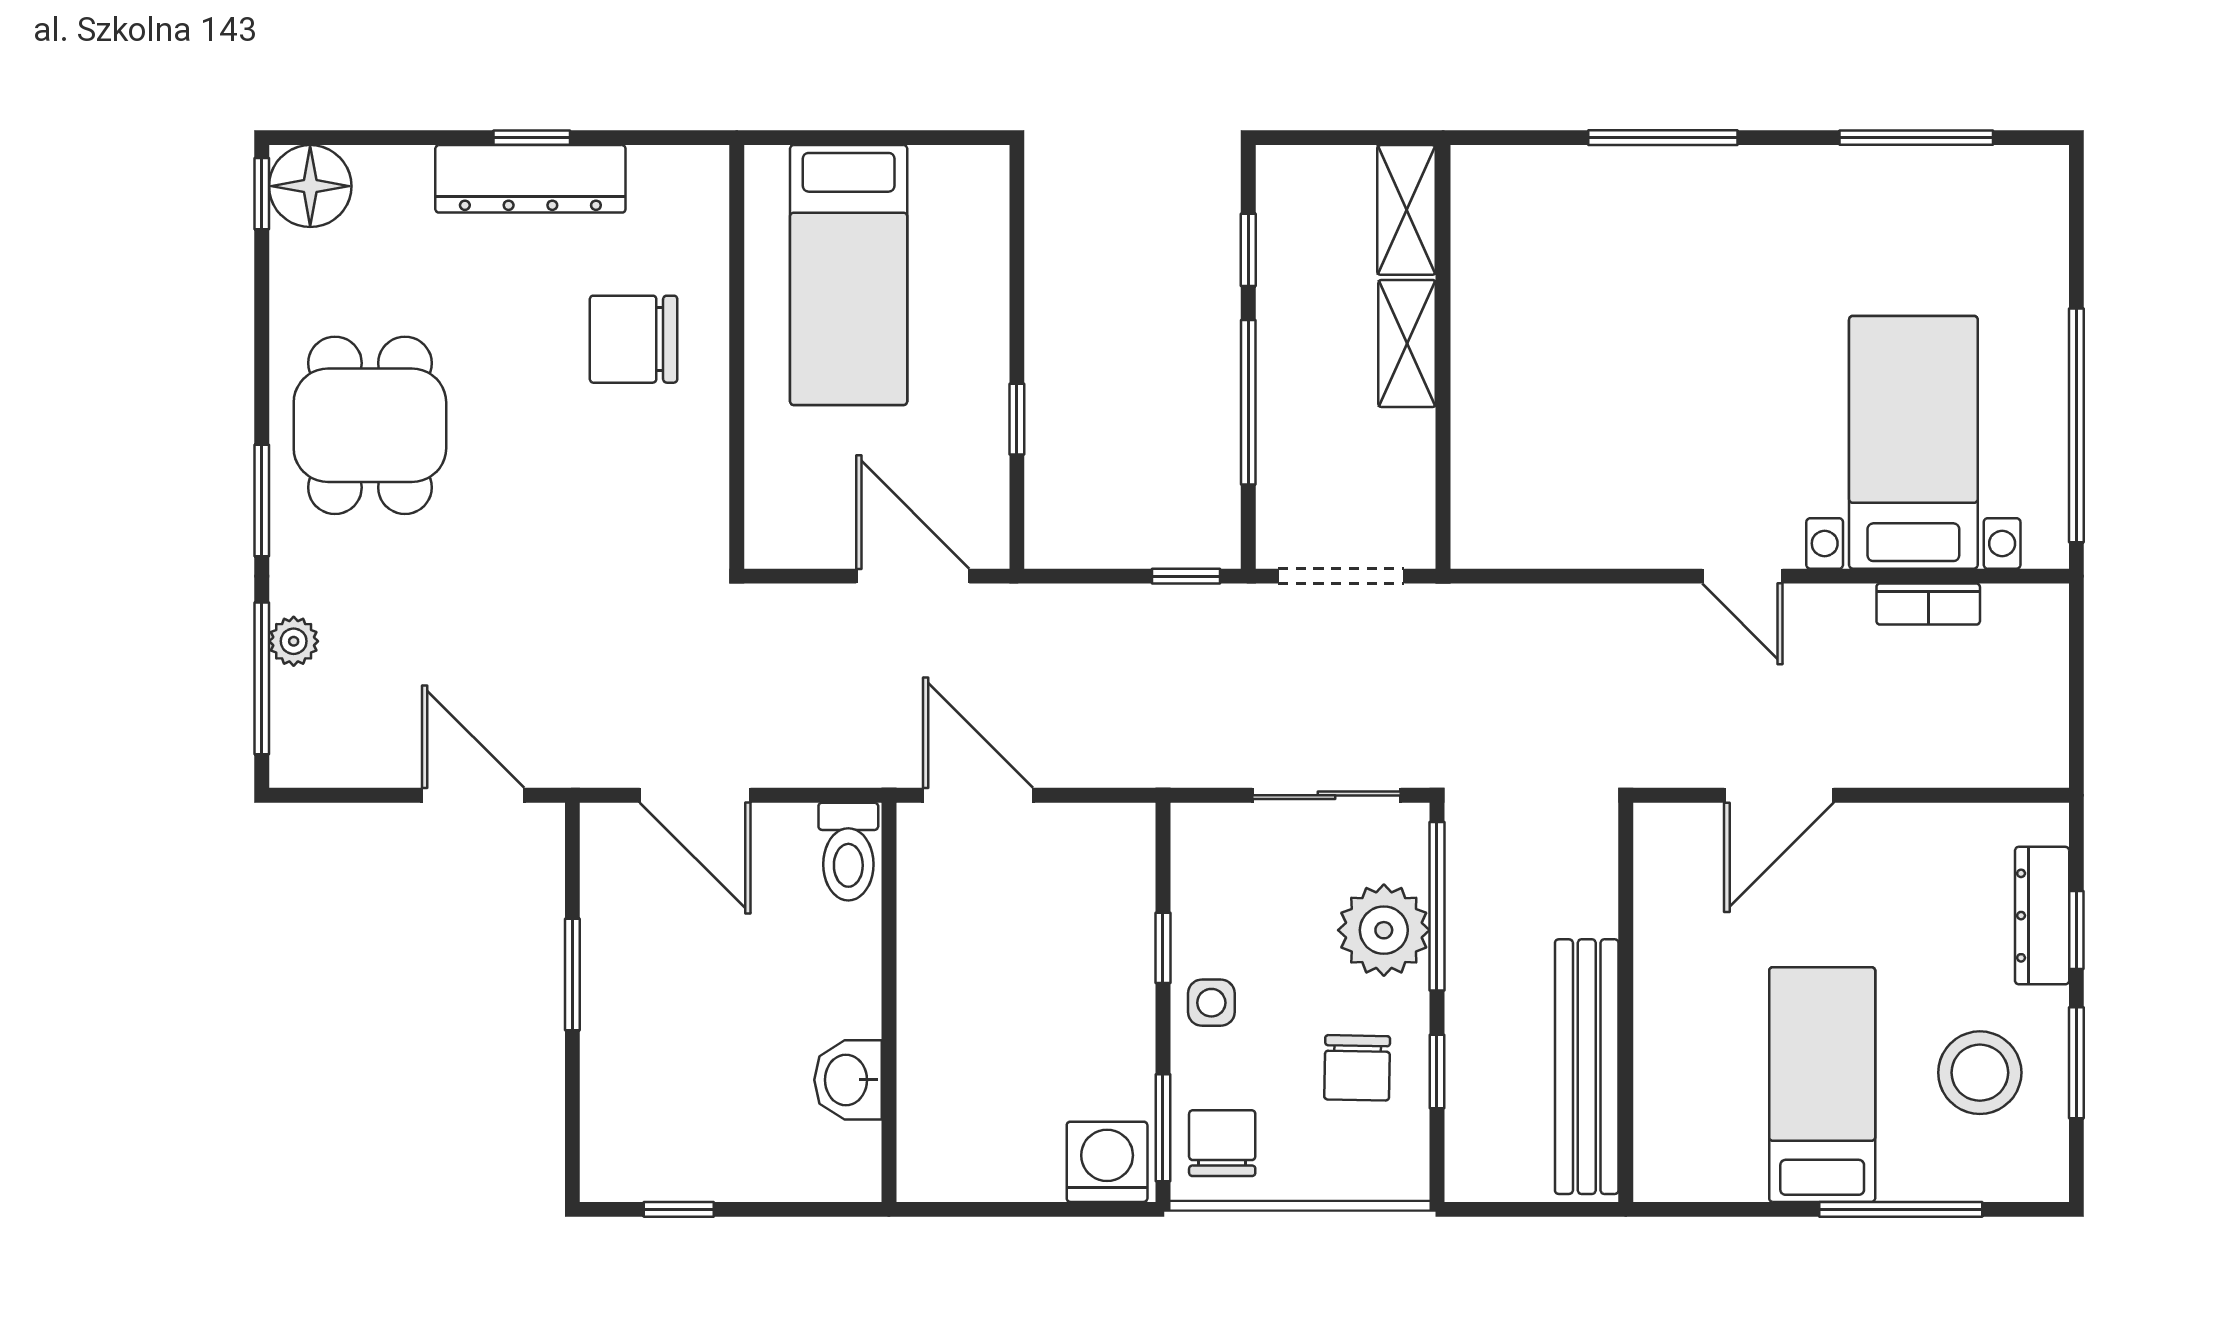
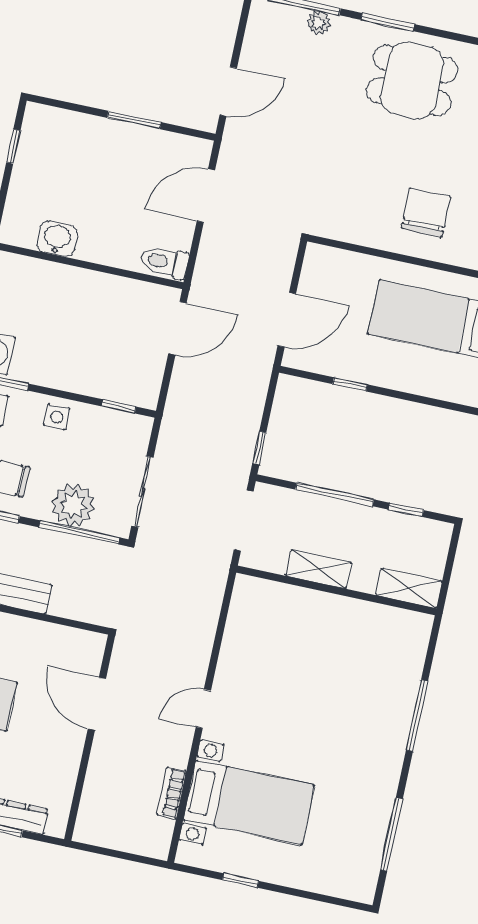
shelving: (1407, 343) -> (319, 569), moved
window: (2076, 425) -> (240, 881), width x0.32
window: (1163, 948) -> (119, 406), moved

